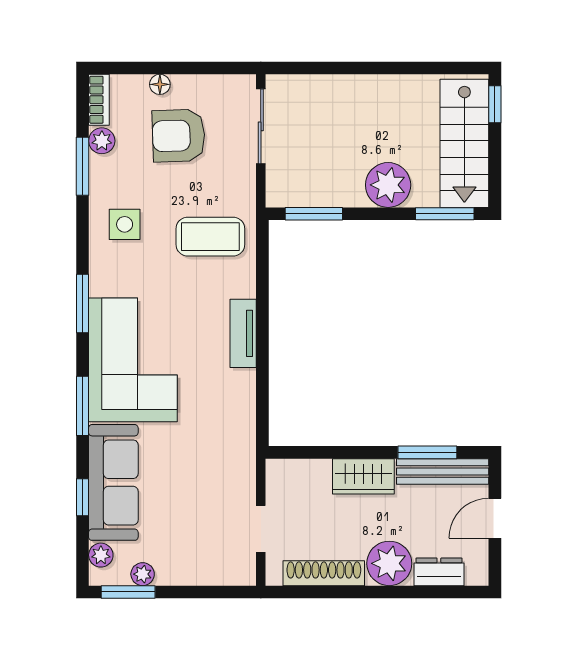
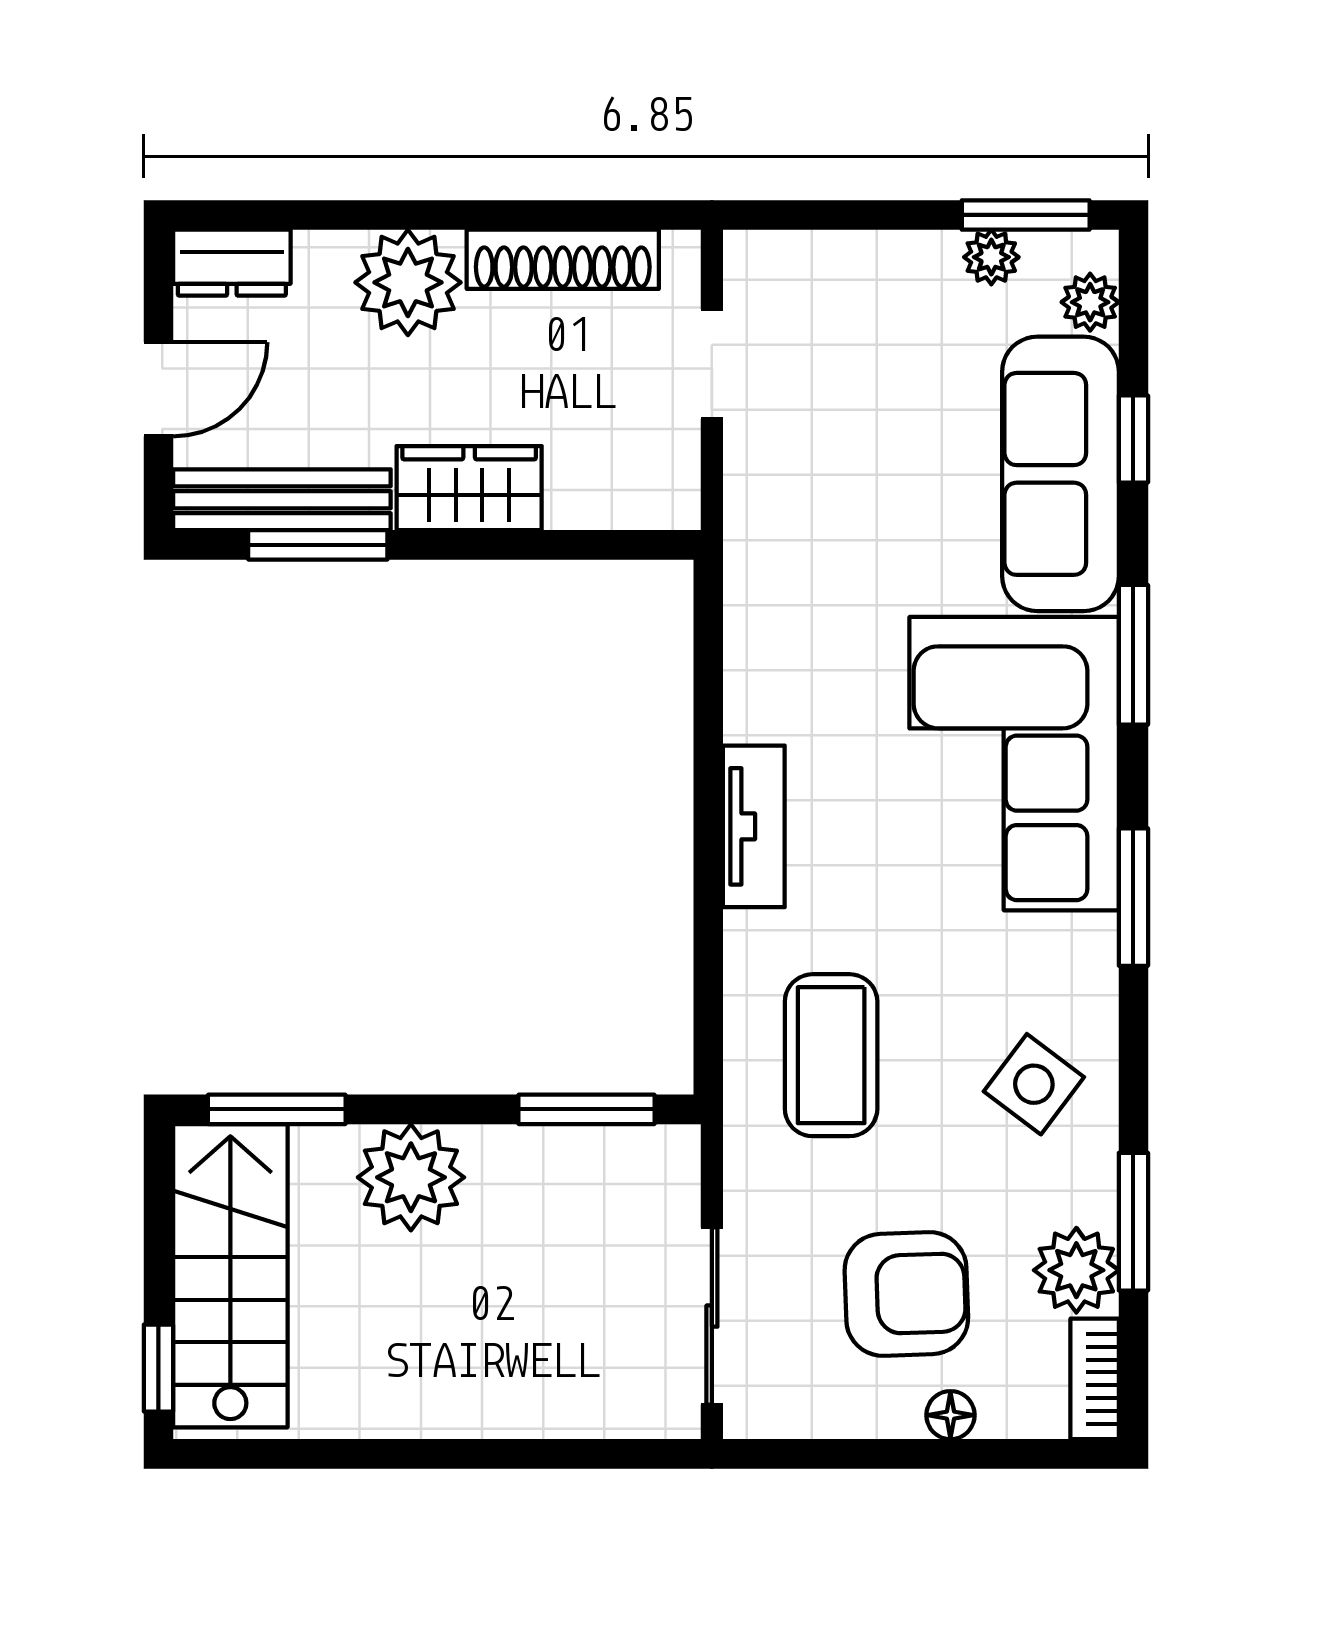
plant: (102, 141) -> (1076, 1270), width x1.38, depth x1.38
side table: (125, 224) -> (1034, 1084), turned 37
coffee table: (210, 237) -> (831, 1055), turned 90
dresser: (439, 572) -> (232, 263), moved

